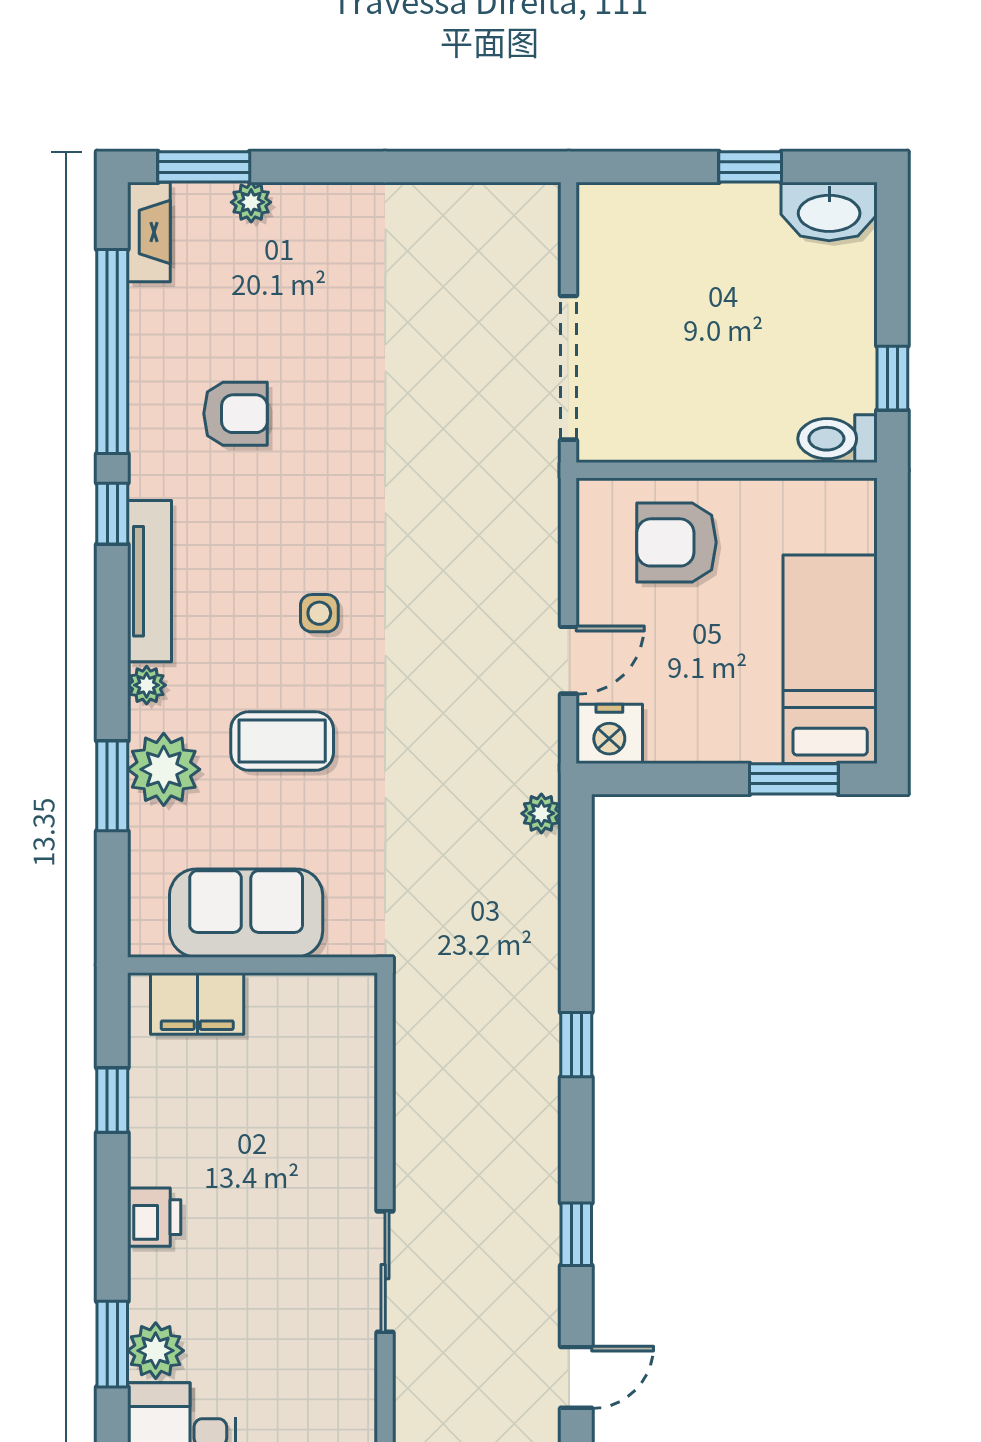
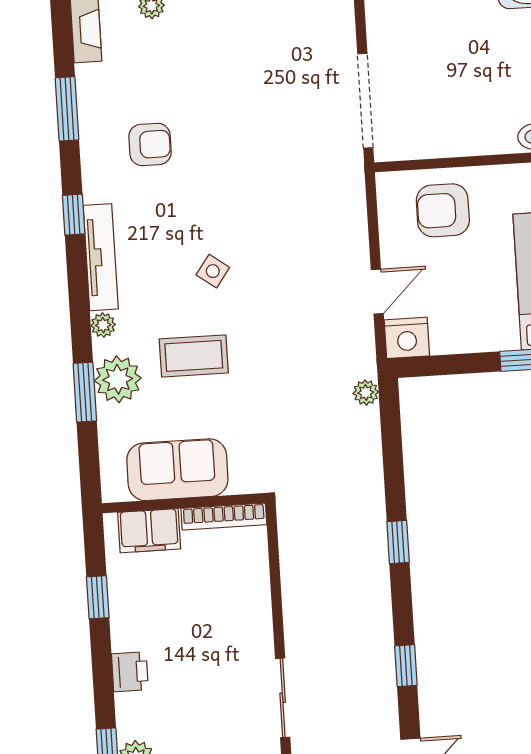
window: (112, 351) -> (67, 109), width x0.47
side table: (319, 613) -> (213, 271), turned 36
bookcase: (313, 989) -> (224, 517), added

